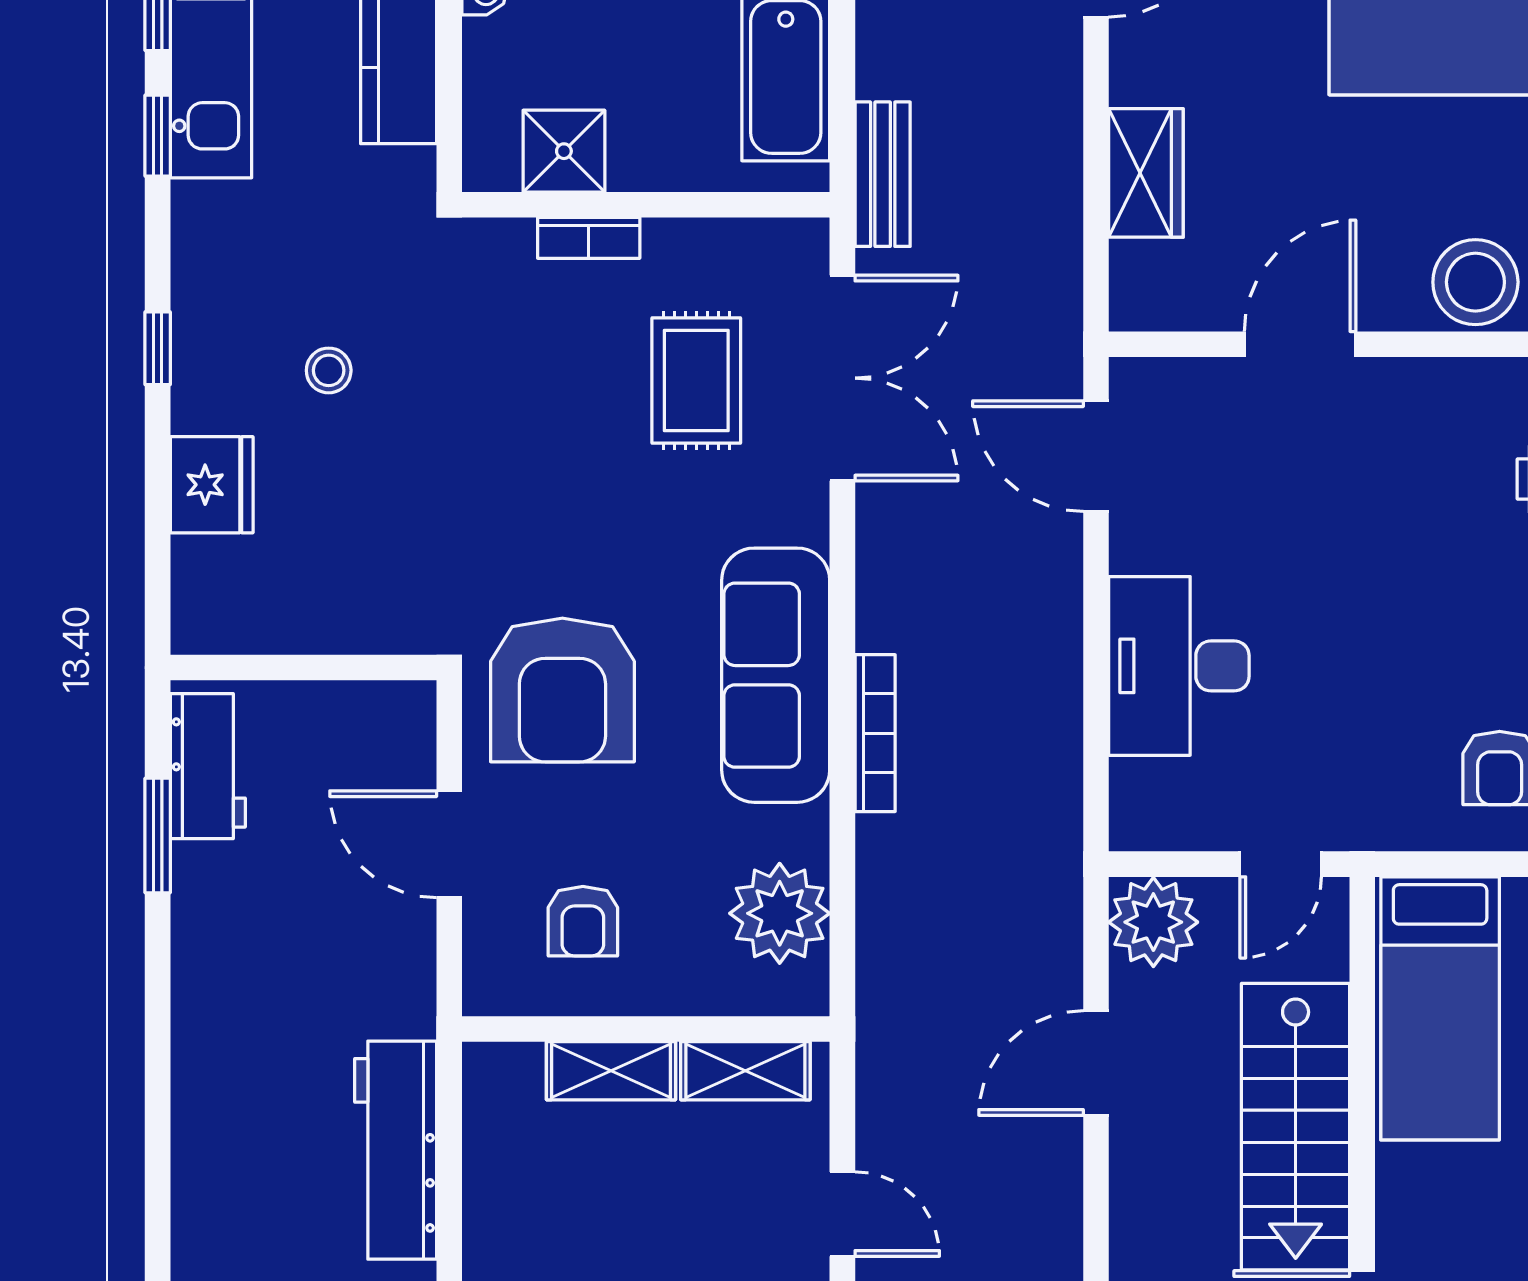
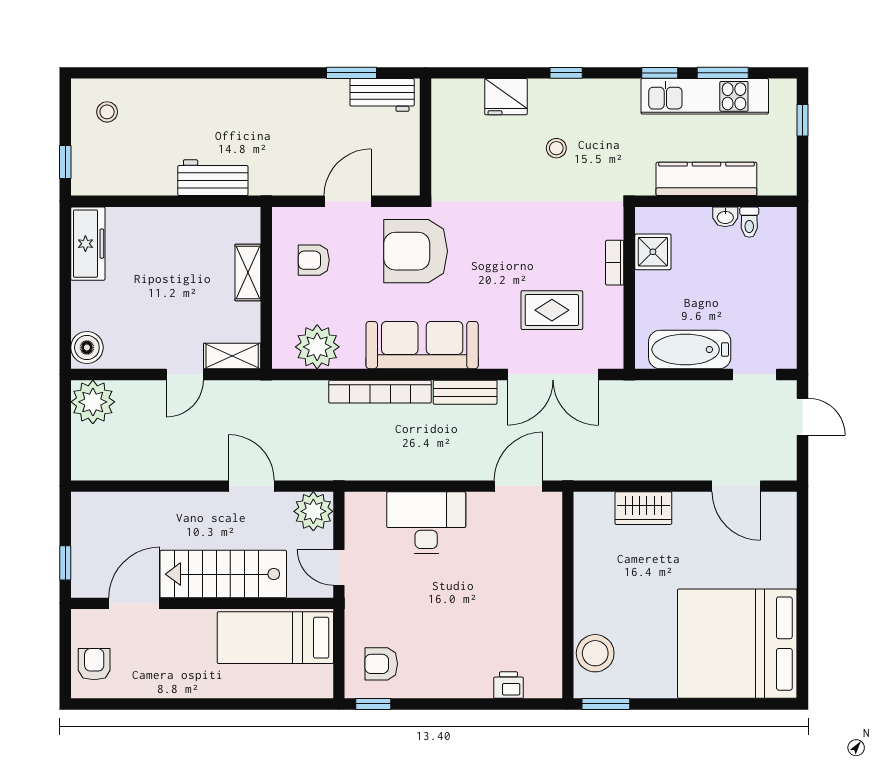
bench: (883, 174) -> (465, 392), moved
door: (1300, 344) -> (568, 576), removed
bookcase: (875, 733) -> (380, 392), width x1.48, depth x1.31
shelving: (745, 1071) -> (232, 356), moved, turned 90
workbench: (396, 1150) -> (213, 178), width x0.73

